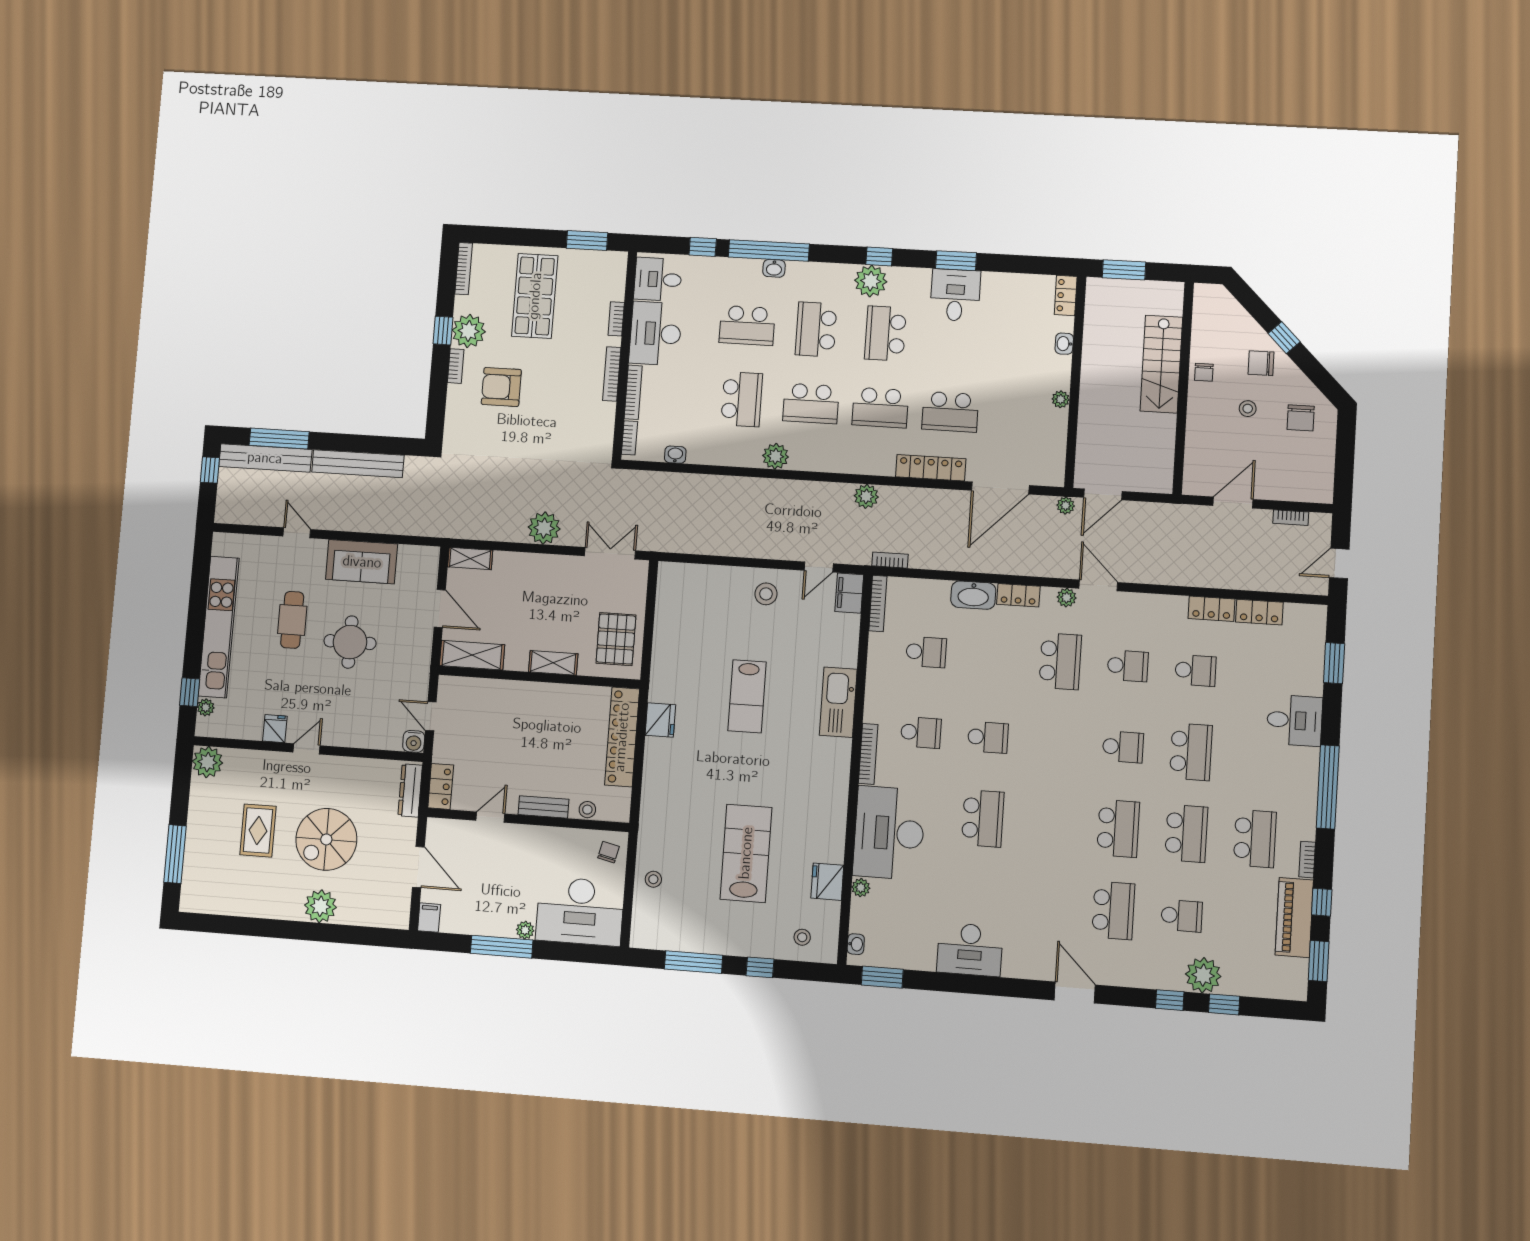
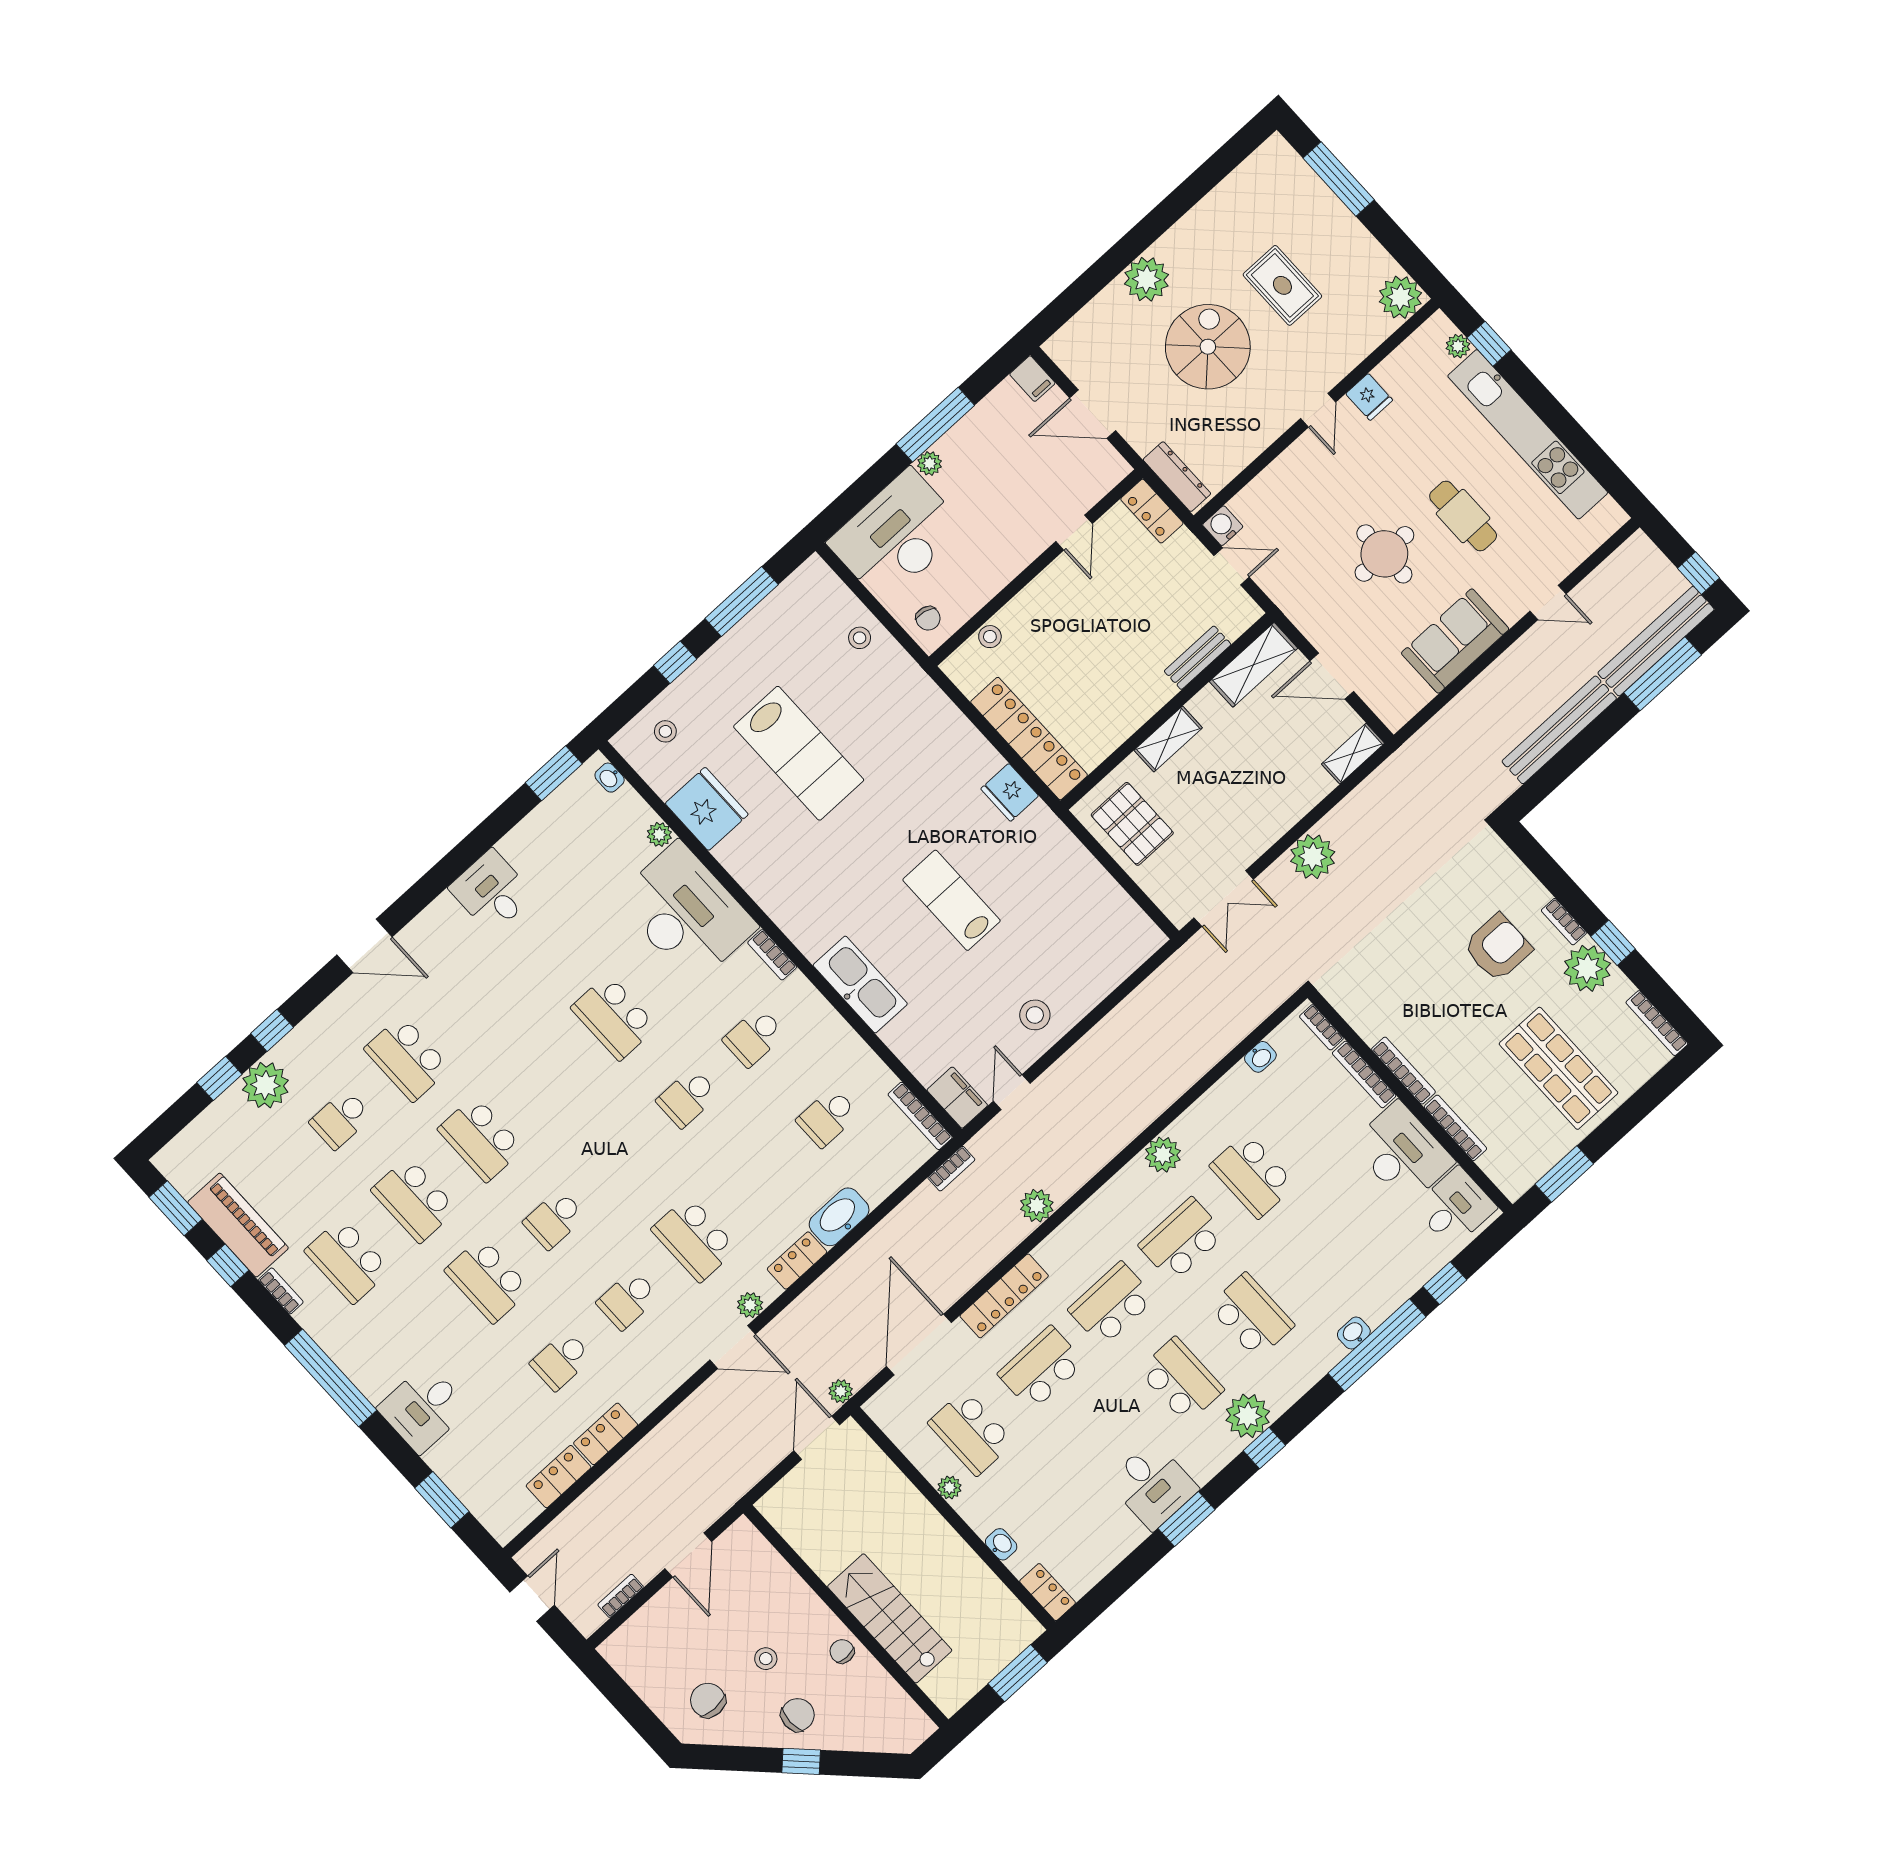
bookcase: (616, 319) -> (1455, 1128), width x1.56
school desk: (747, 325) -> (971, 1433), moved, turned -90
bookcase: (868, 754) -> (772, 955), width x0.64
bench: (543, 807) -> (1198, 658), moved
fridge: (827, 882) -> (707, 809), width x1.36, depth x1.34
desk: (970, 950) -> (492, 892), width x0.73

